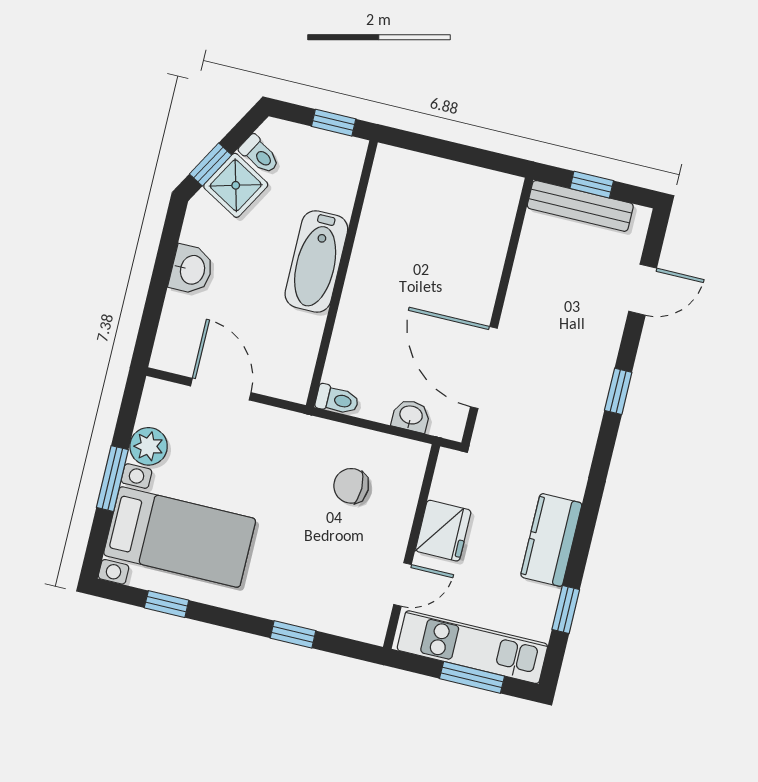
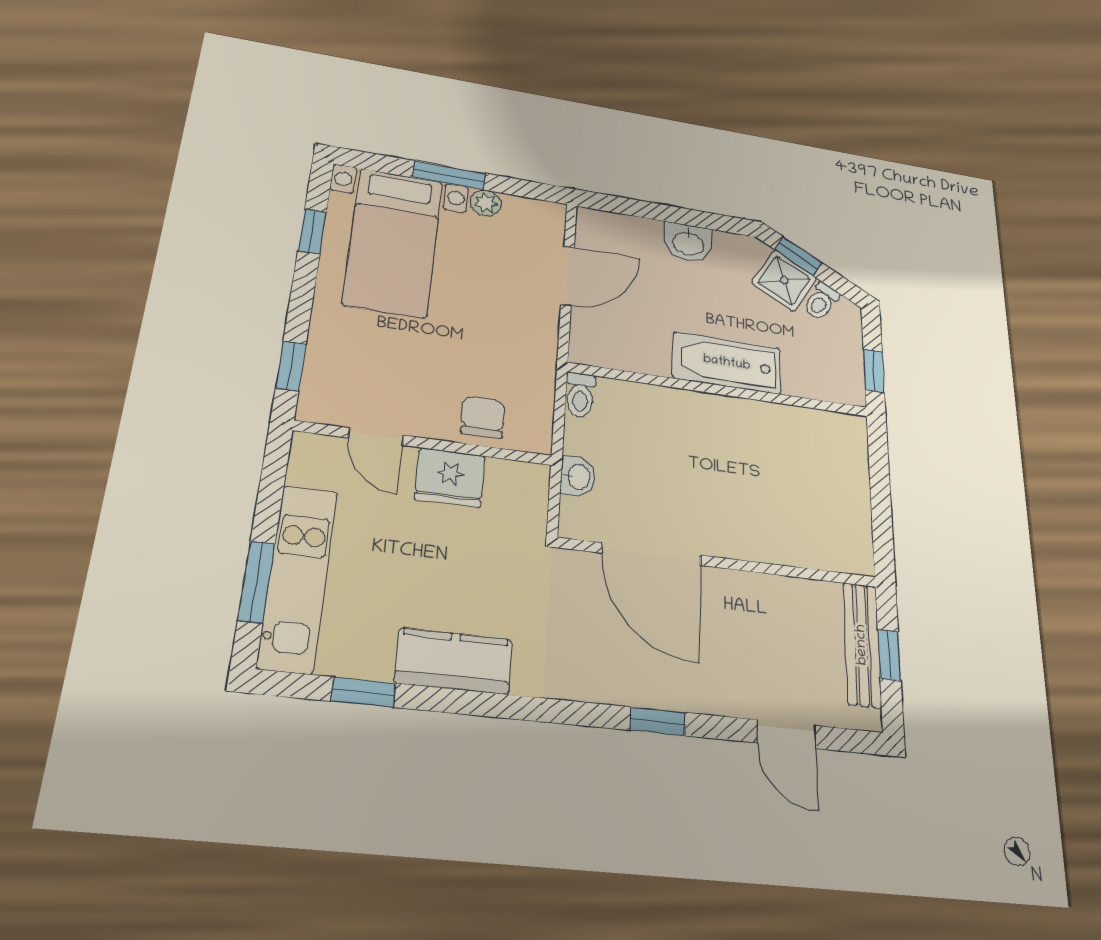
door: (484, 367) -> (652, 554), swing flipped
plant: (149, 446) -> (486, 203), width x0.73, depth x0.73
fridge: (443, 531) -> (450, 477), moved
wall: (412, 547) -> (425, 443), moved
door: (402, 585) -> (376, 437), moved

